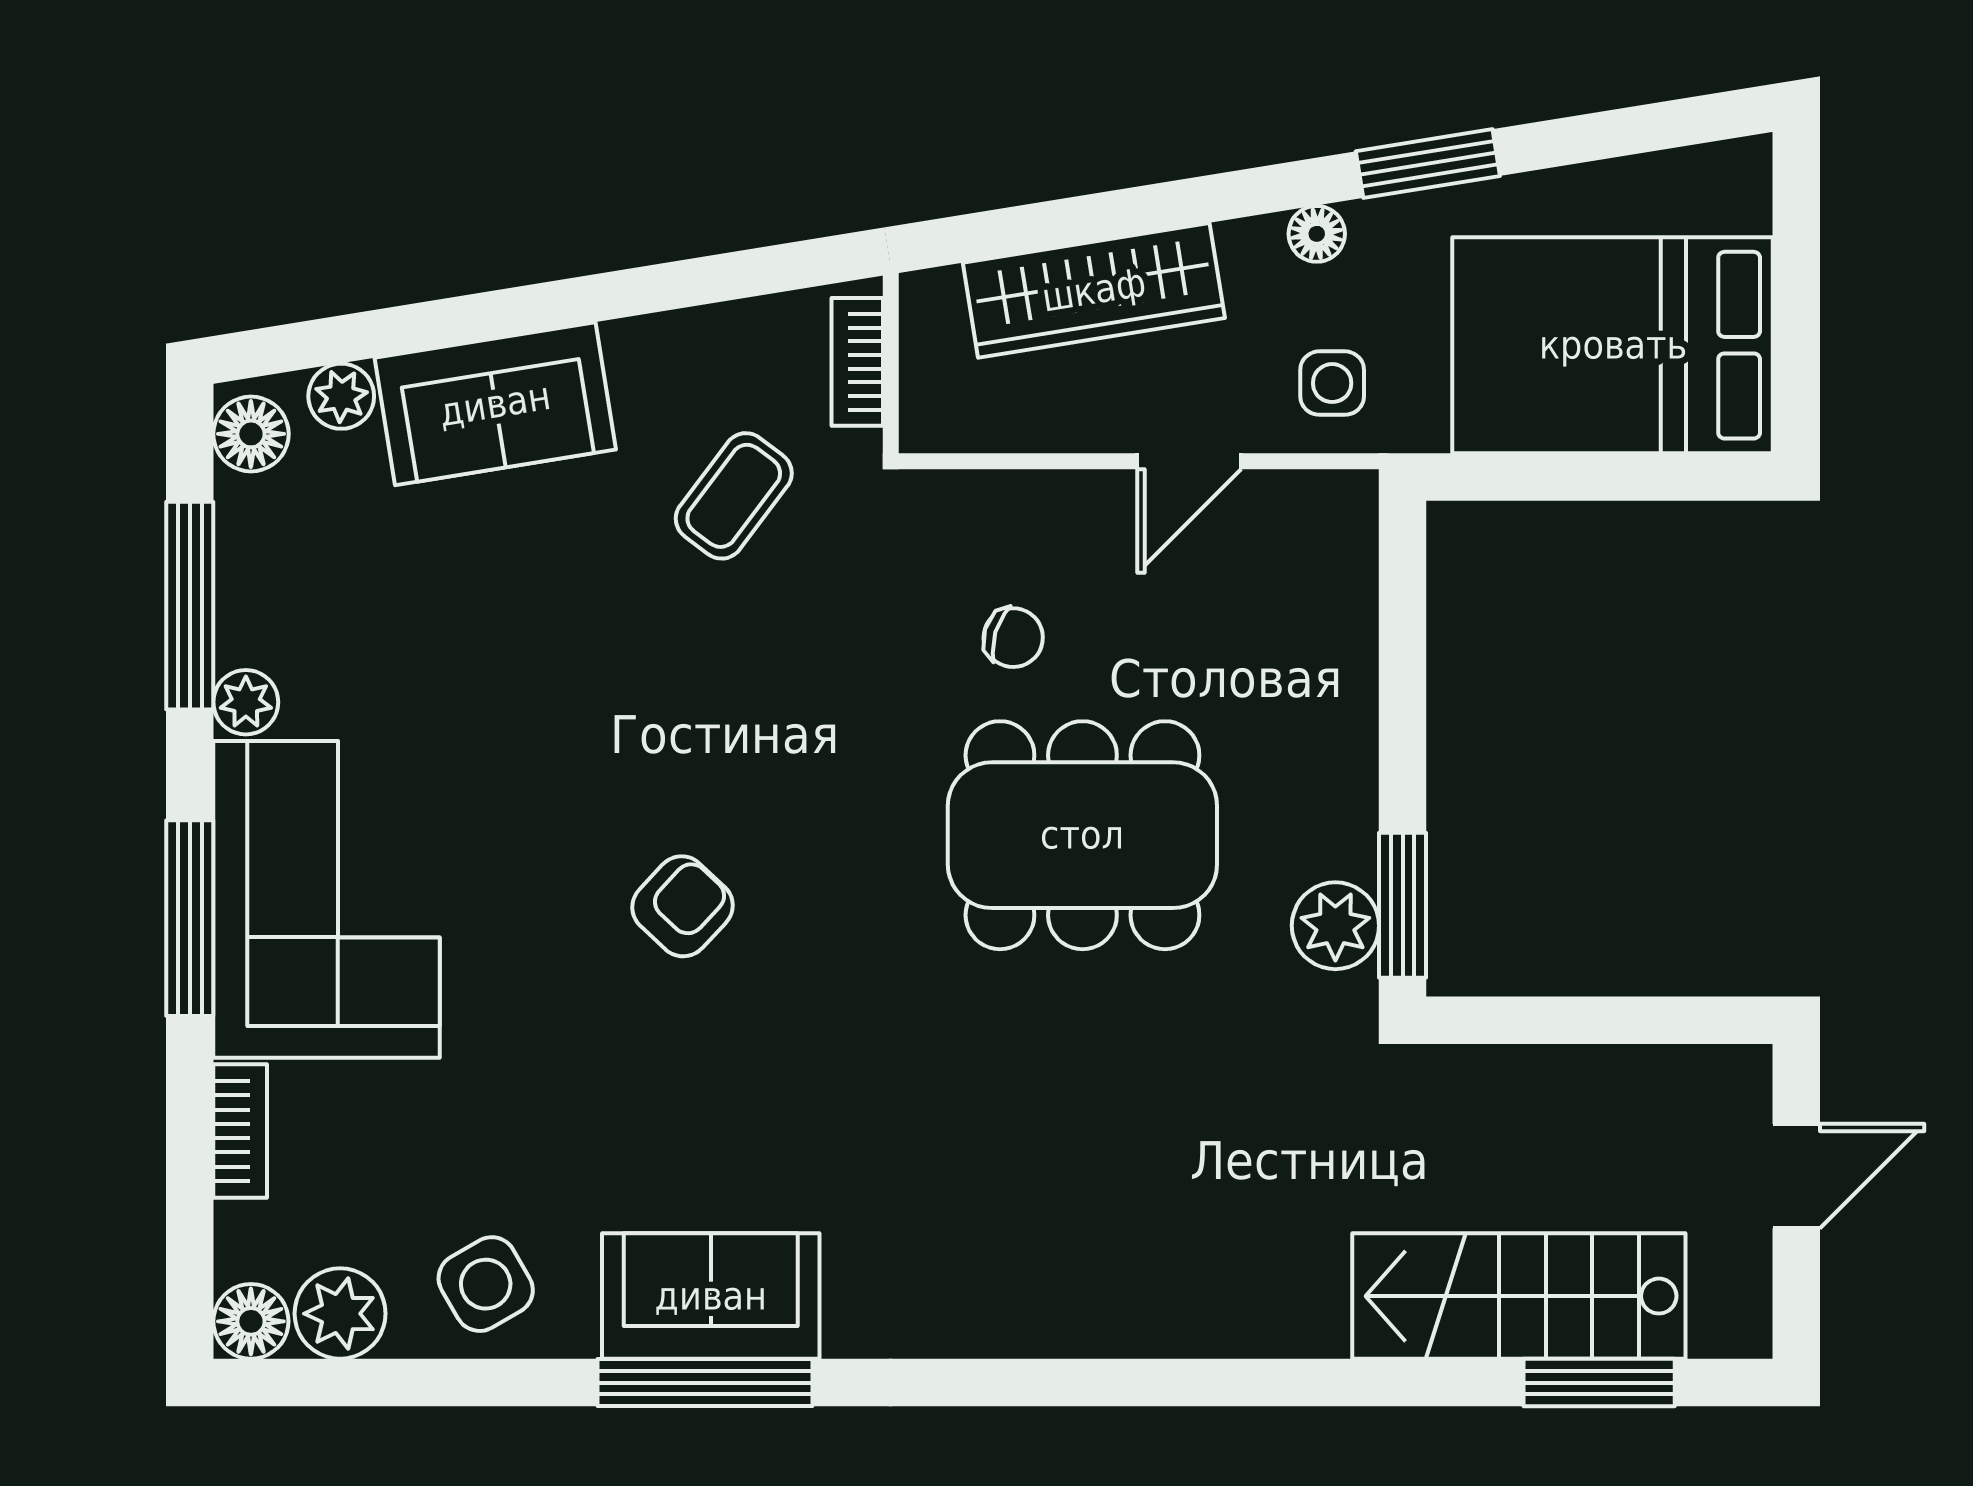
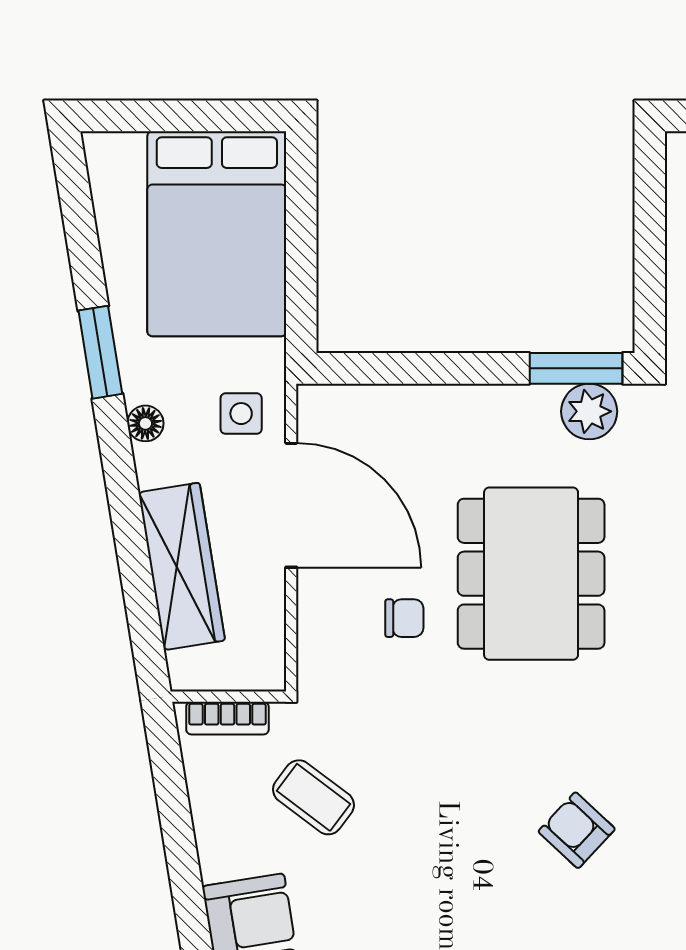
door: (1189, 461) -> (291, 505), width x1.88
chair: (1013, 638) -> (404, 618), turned 73

